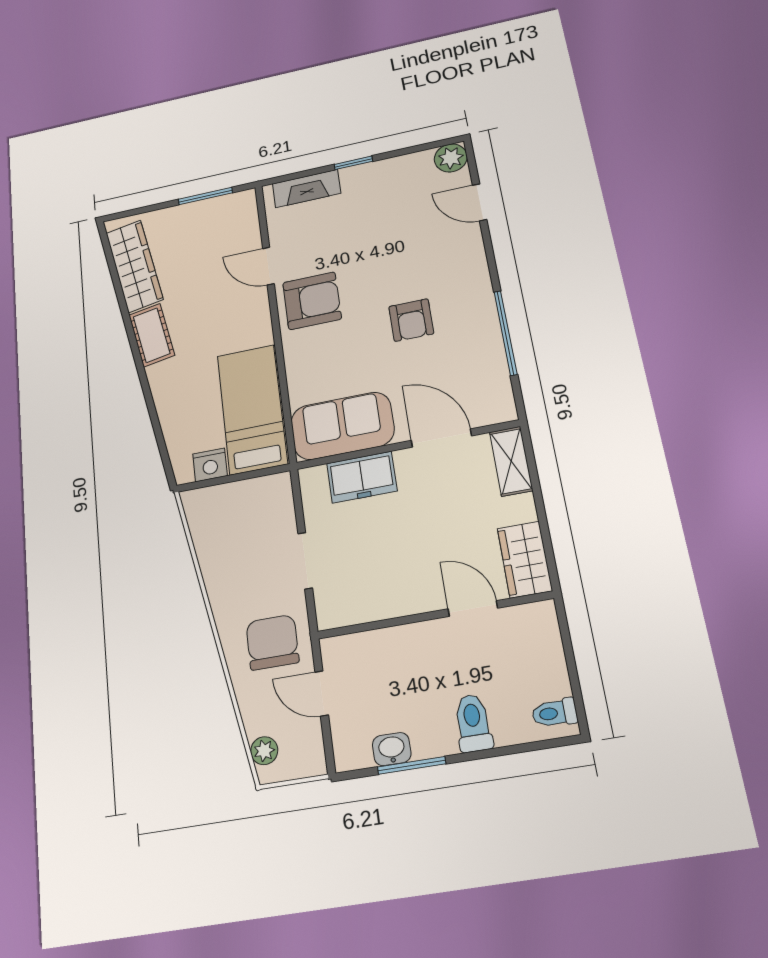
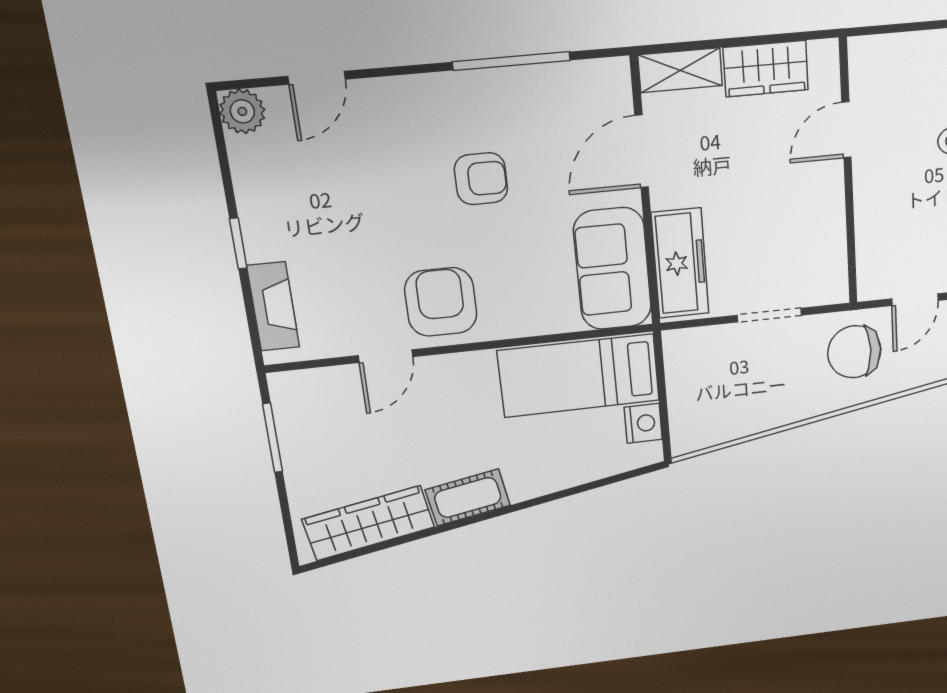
freezer: (362, 477) -> (680, 263), width x1.40
wardrobe: (525, 559) -> (766, 69), moved

